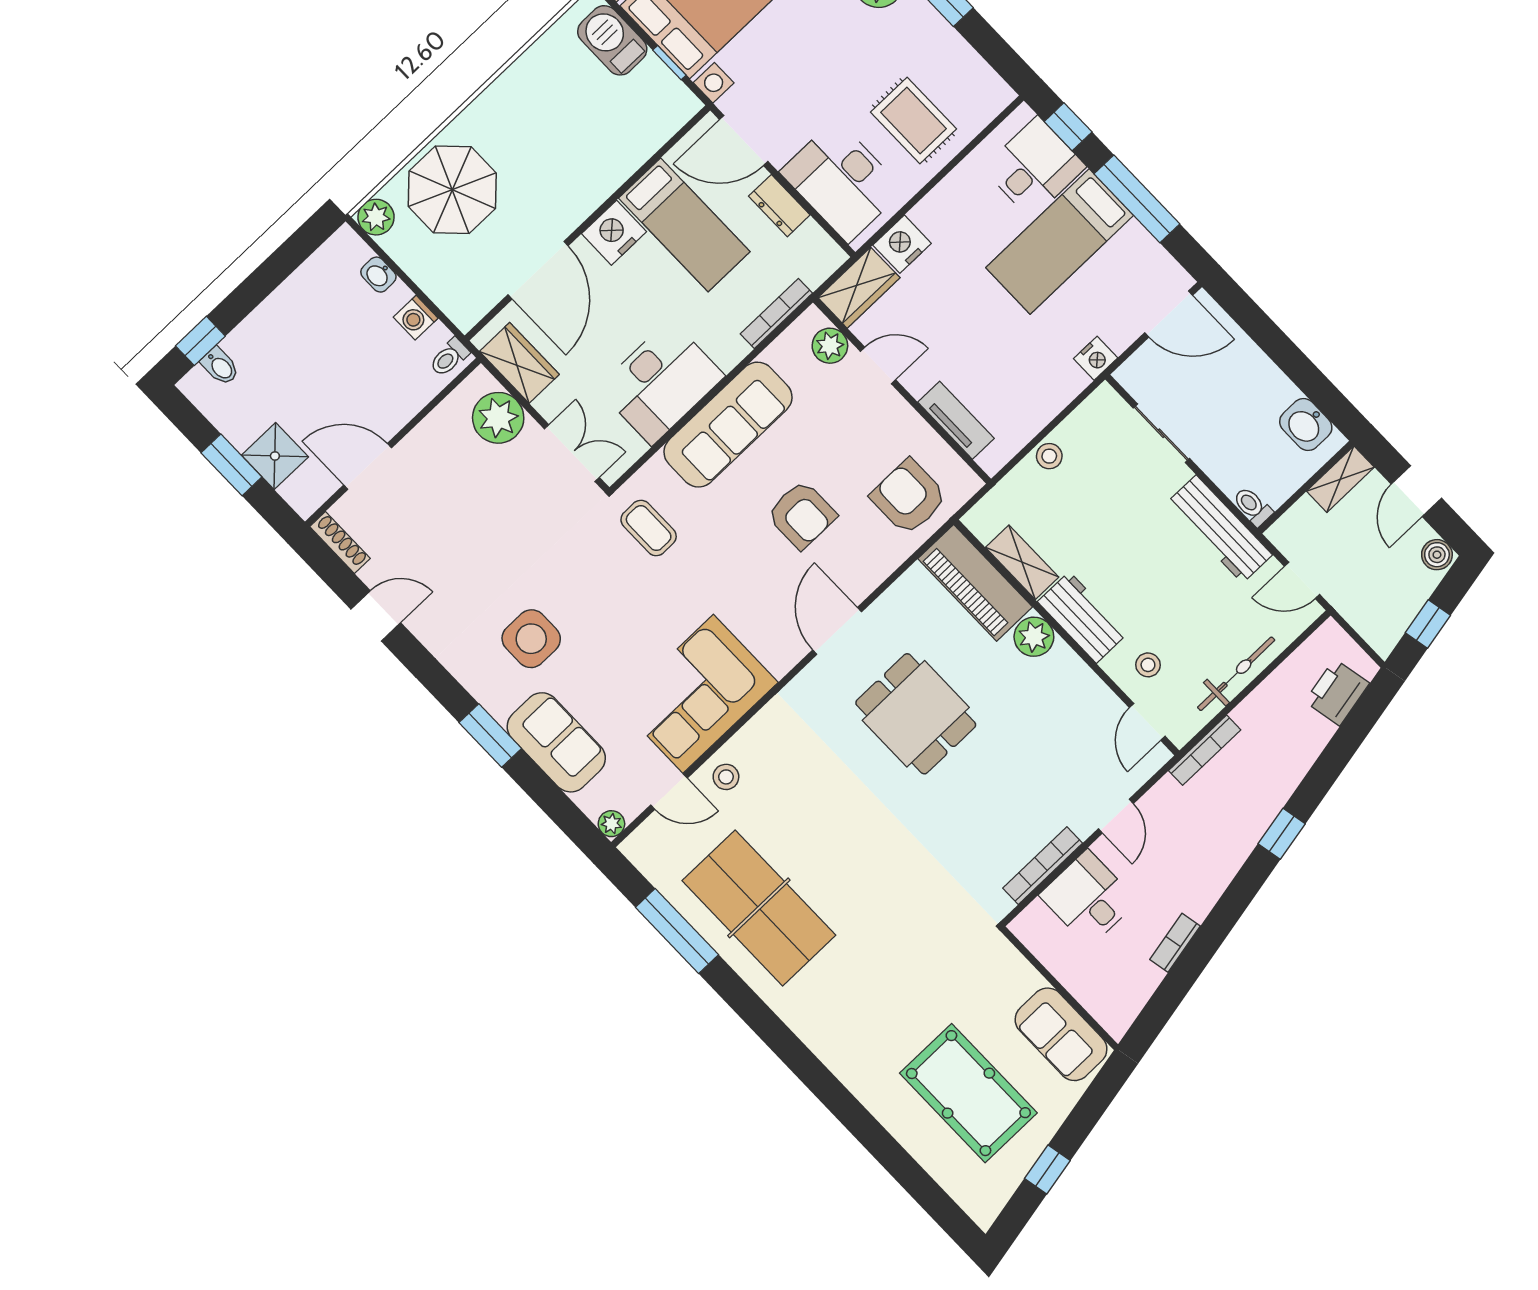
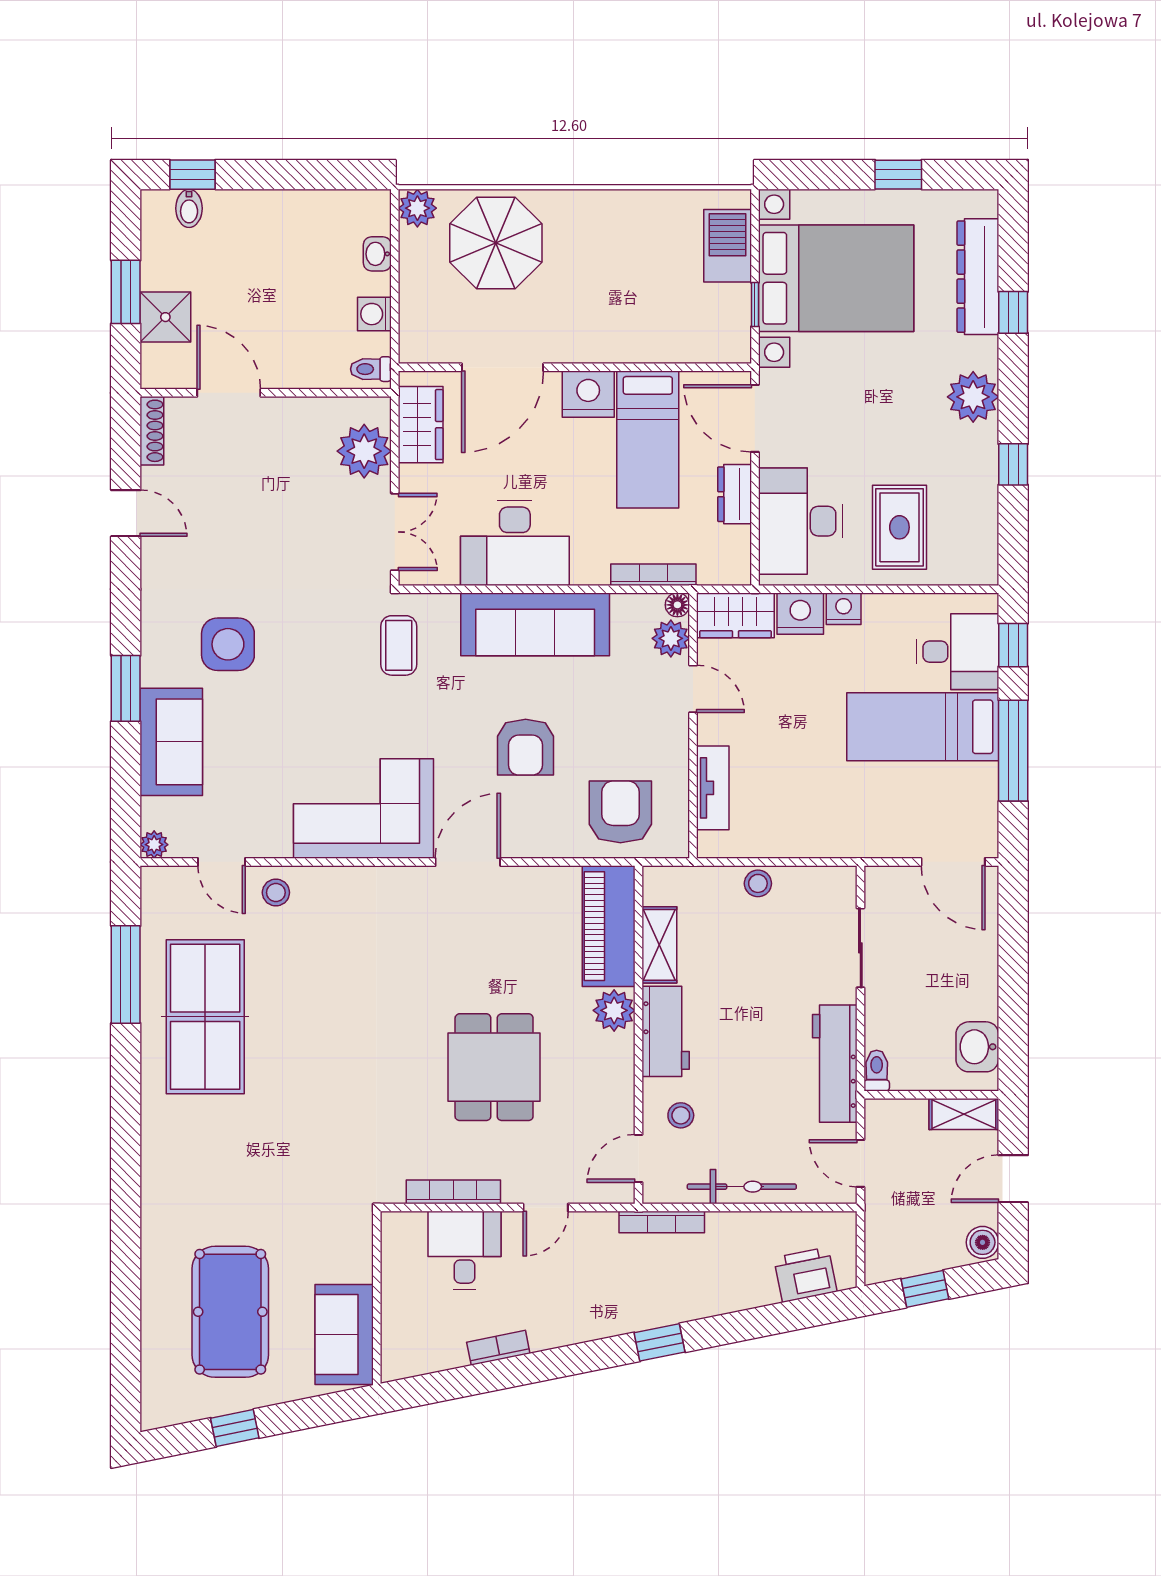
floor lamp: (812, 318) -> (677, 605), added
nightstand: (1096, 358) -> (844, 609), moved, turned 180
corner sofa: (698, 694) -> (364, 809), moved
dining table: (916, 714) -> (494, 1067), moved

